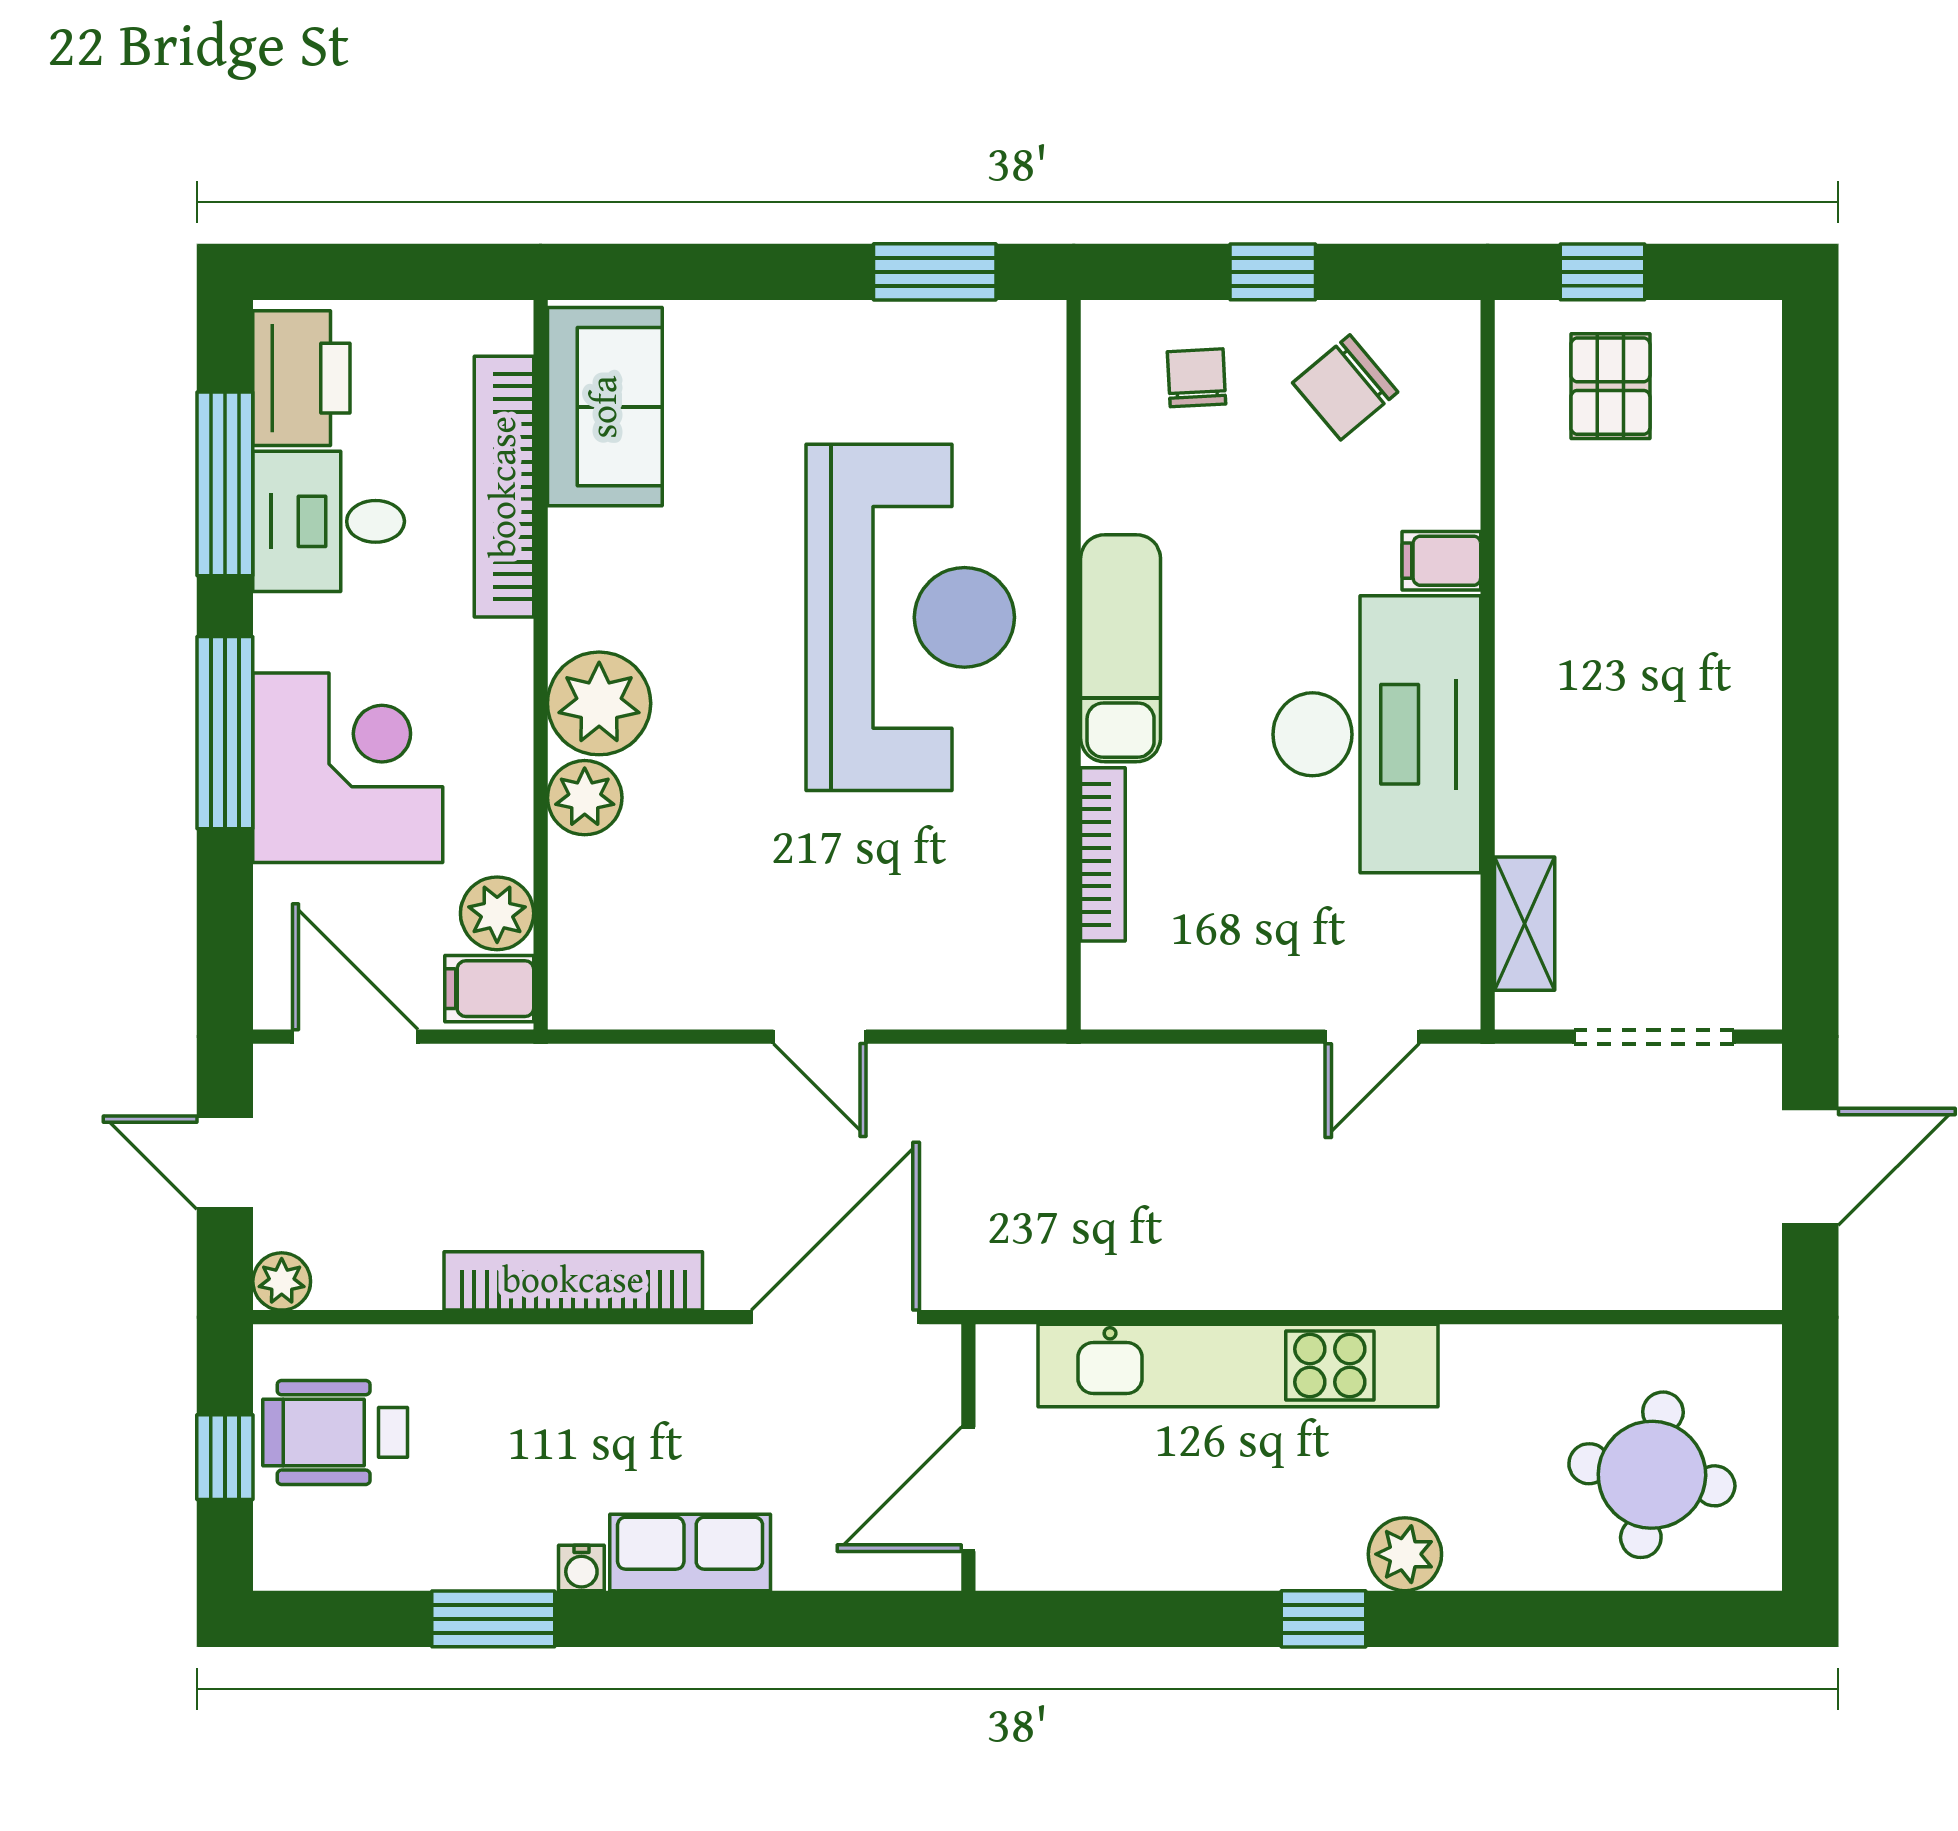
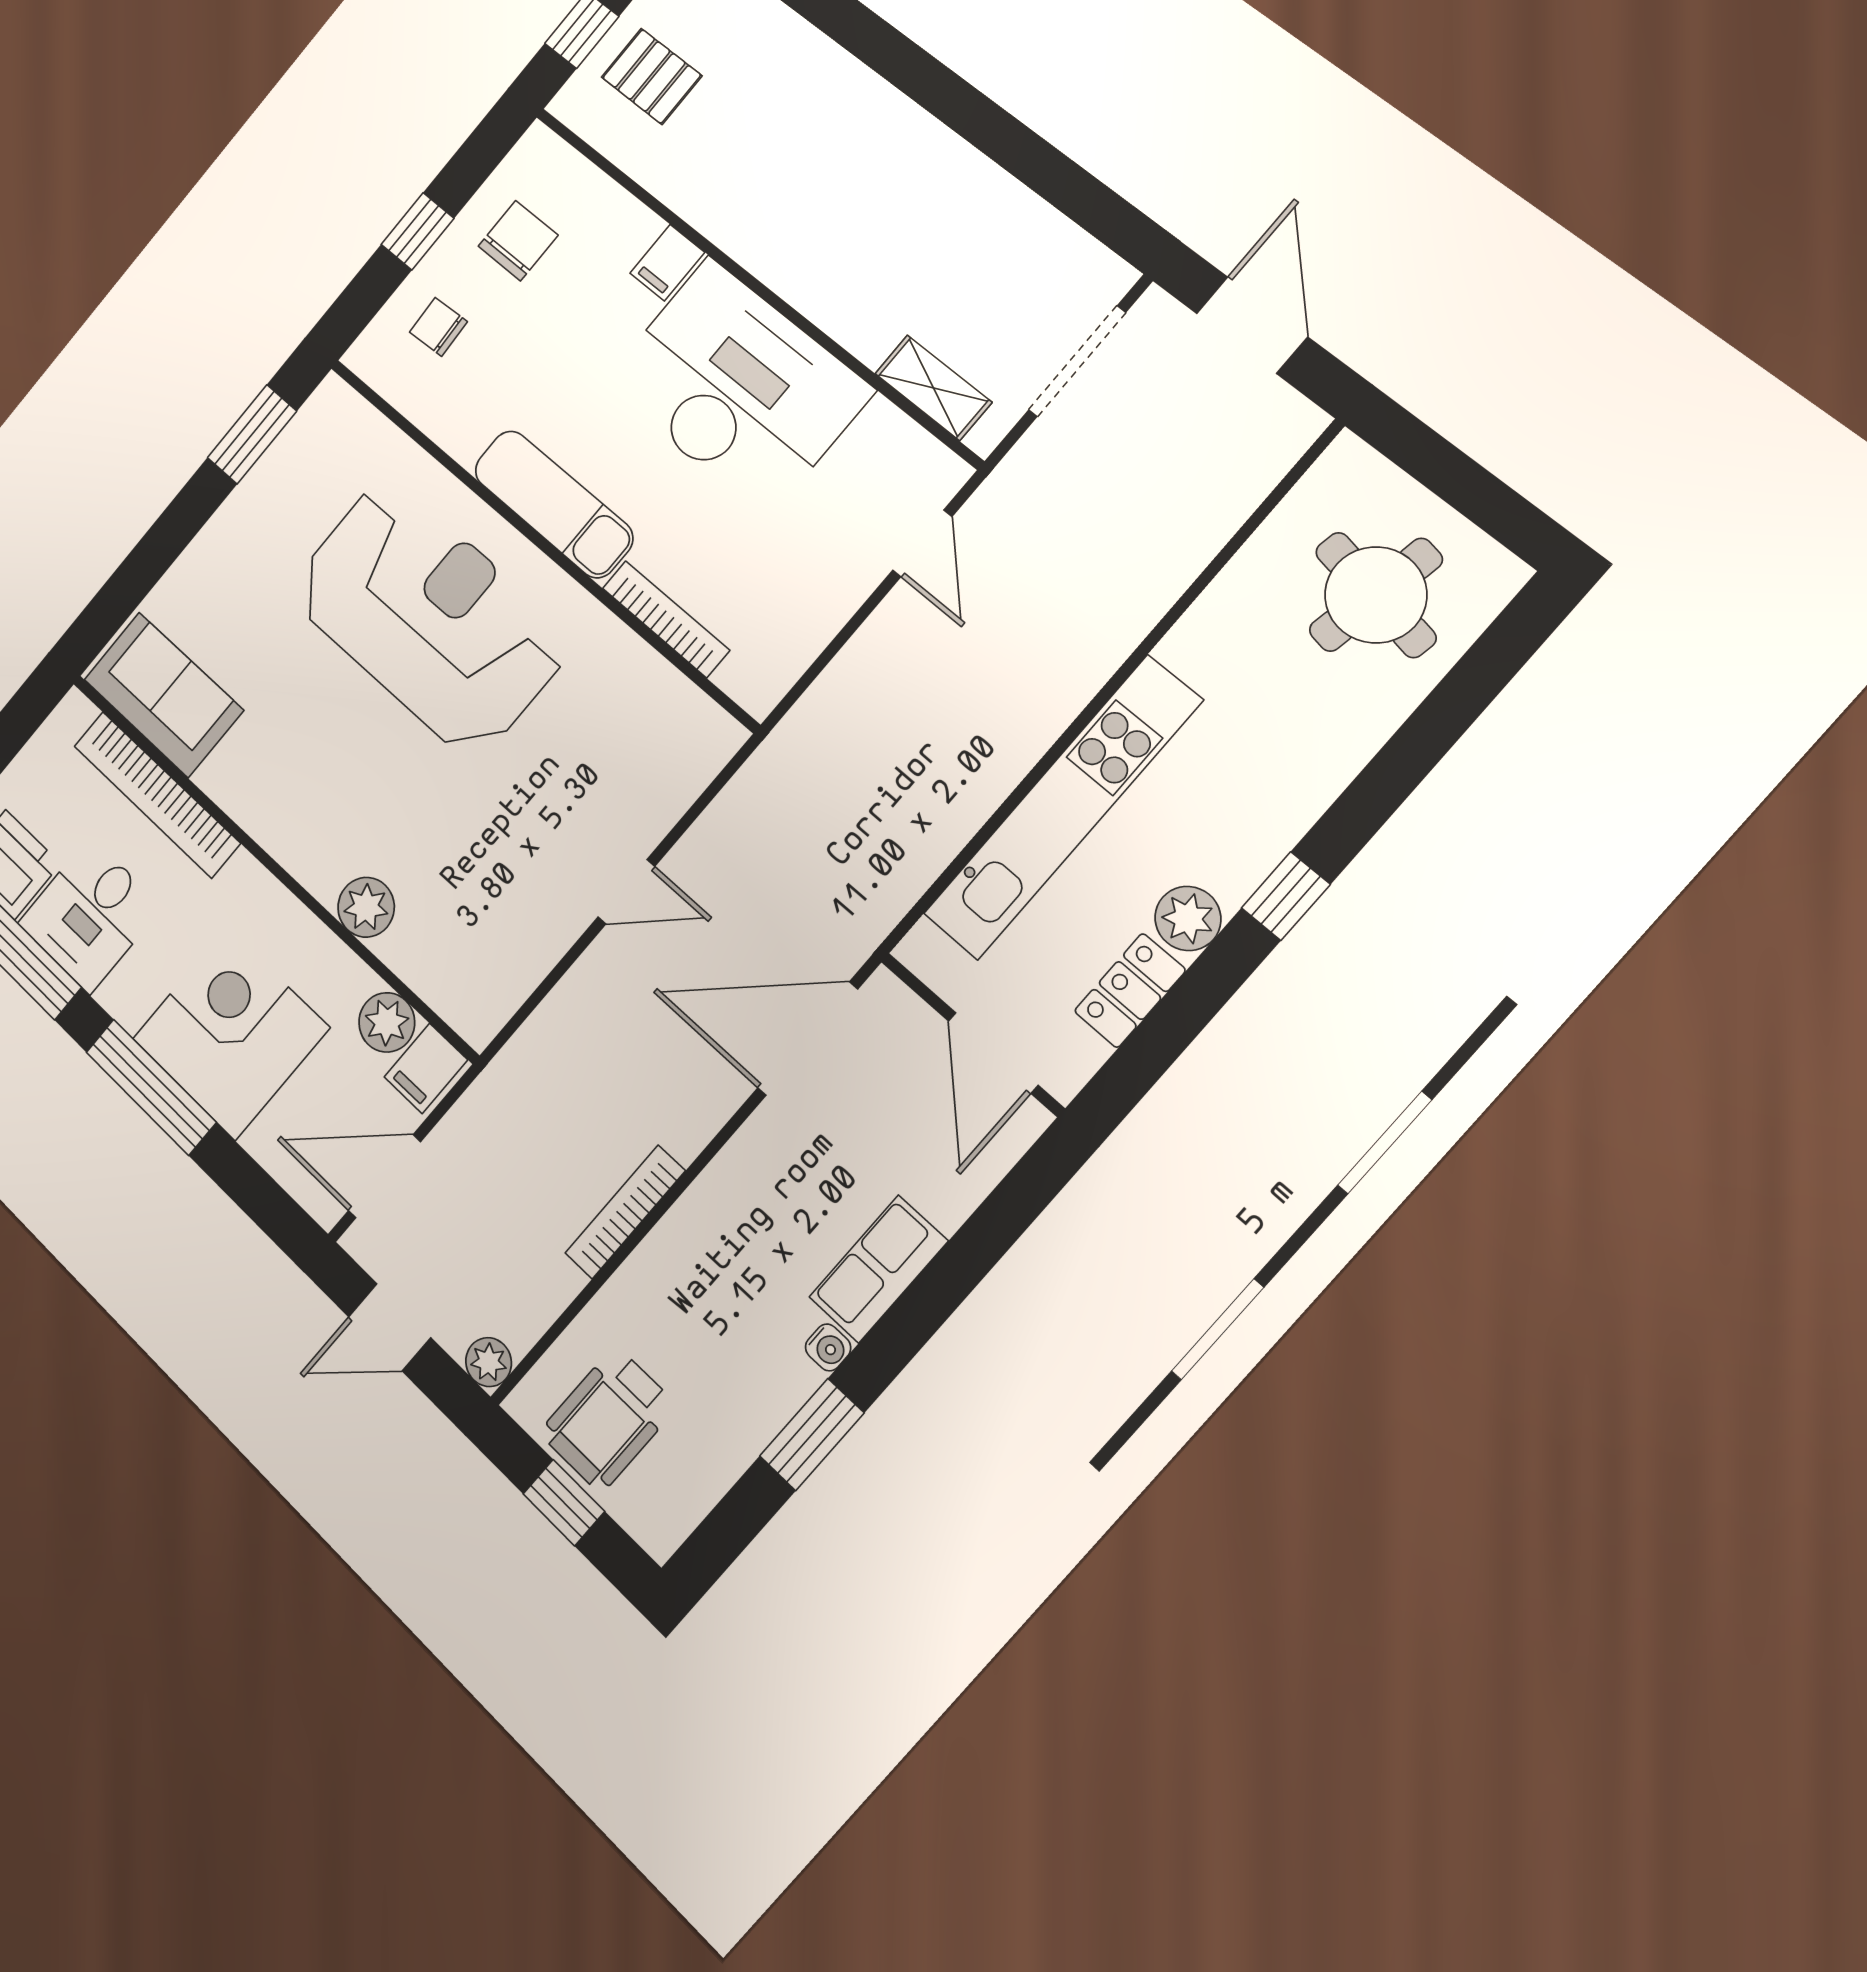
chair: (1345, 387) -> (518, 241), turned -140
plant: (599, 703) -> (321, 849), removed
bookcase: (573, 1281) -> (625, 1212), width x0.68, depth x0.76
door: (835, 1317) -> (808, 1039), hinge flipped
plant: (1405, 1554) -> (1188, 918), moved
locker: (1127, 1559) -> (1130, 991), added

